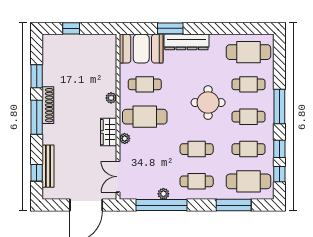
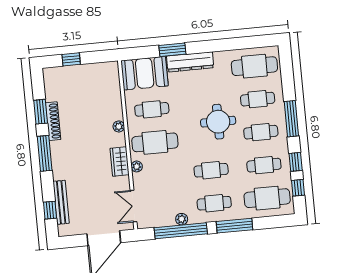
shoe rack: (48, 105) -> (53, 121), moved
window: (234, 205) -> (234, 226), moved

